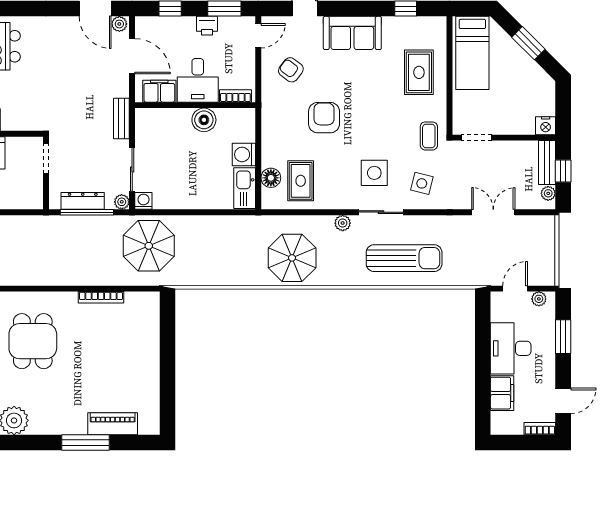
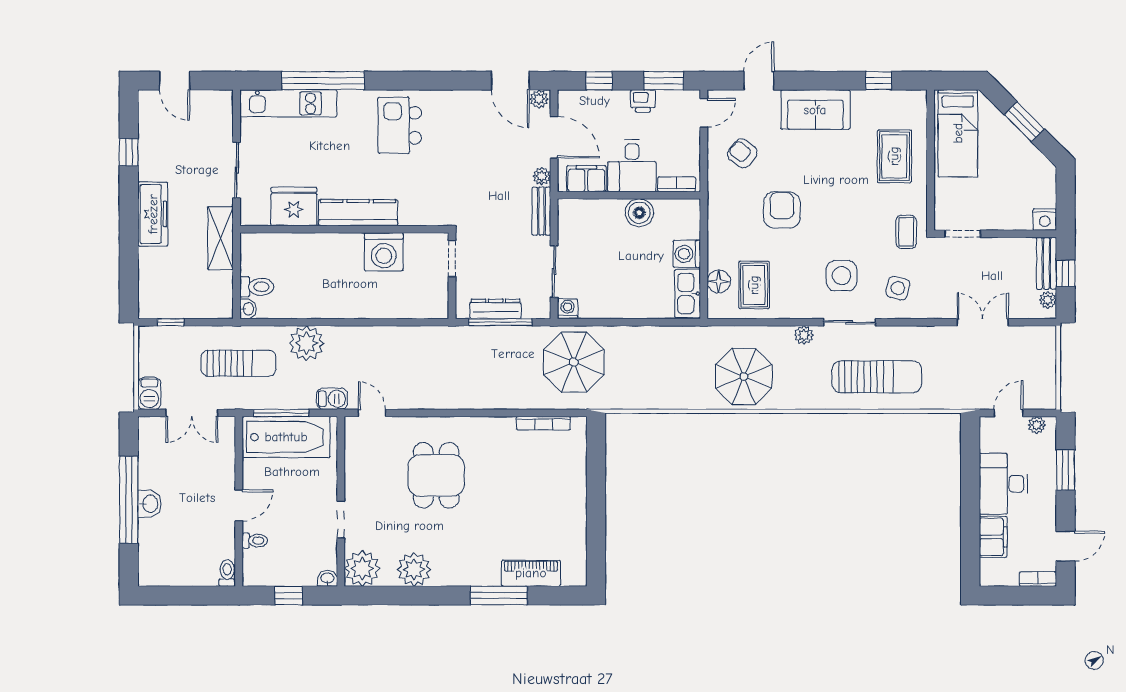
plant: (122, 202) -> (542, 176), moved
bookcase: (101, 297) -> (543, 423), moved

